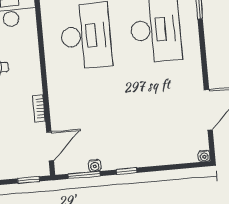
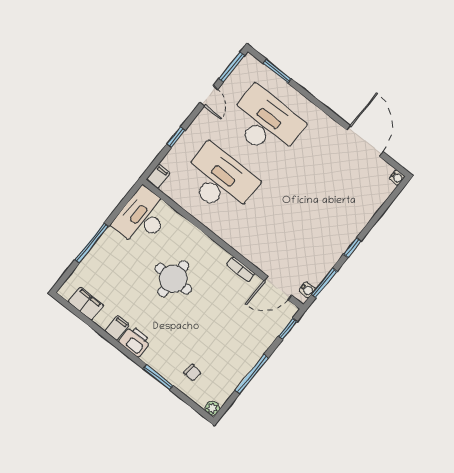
door: (50, 146) -> (278, 288), swing flipped
water cooler: (95, 165) -> (307, 290), moved

